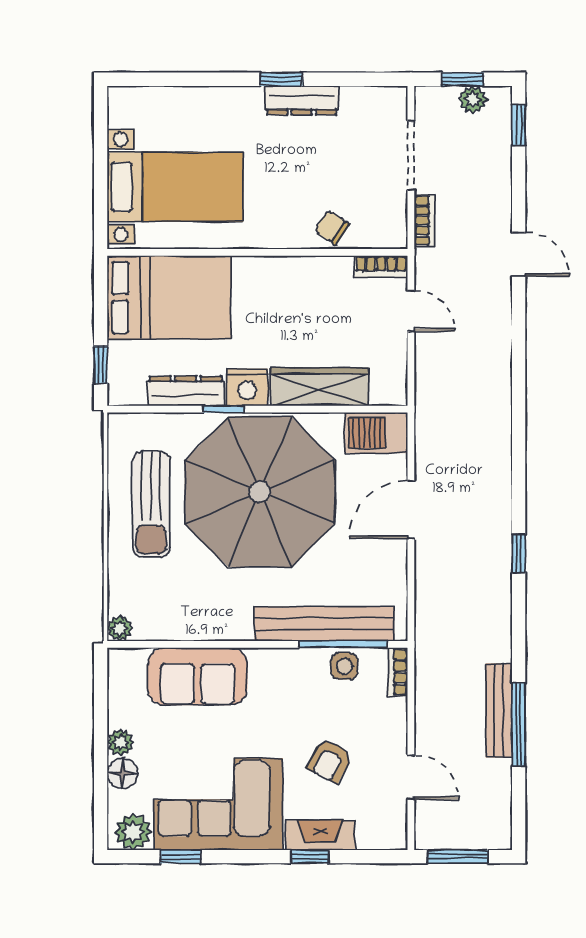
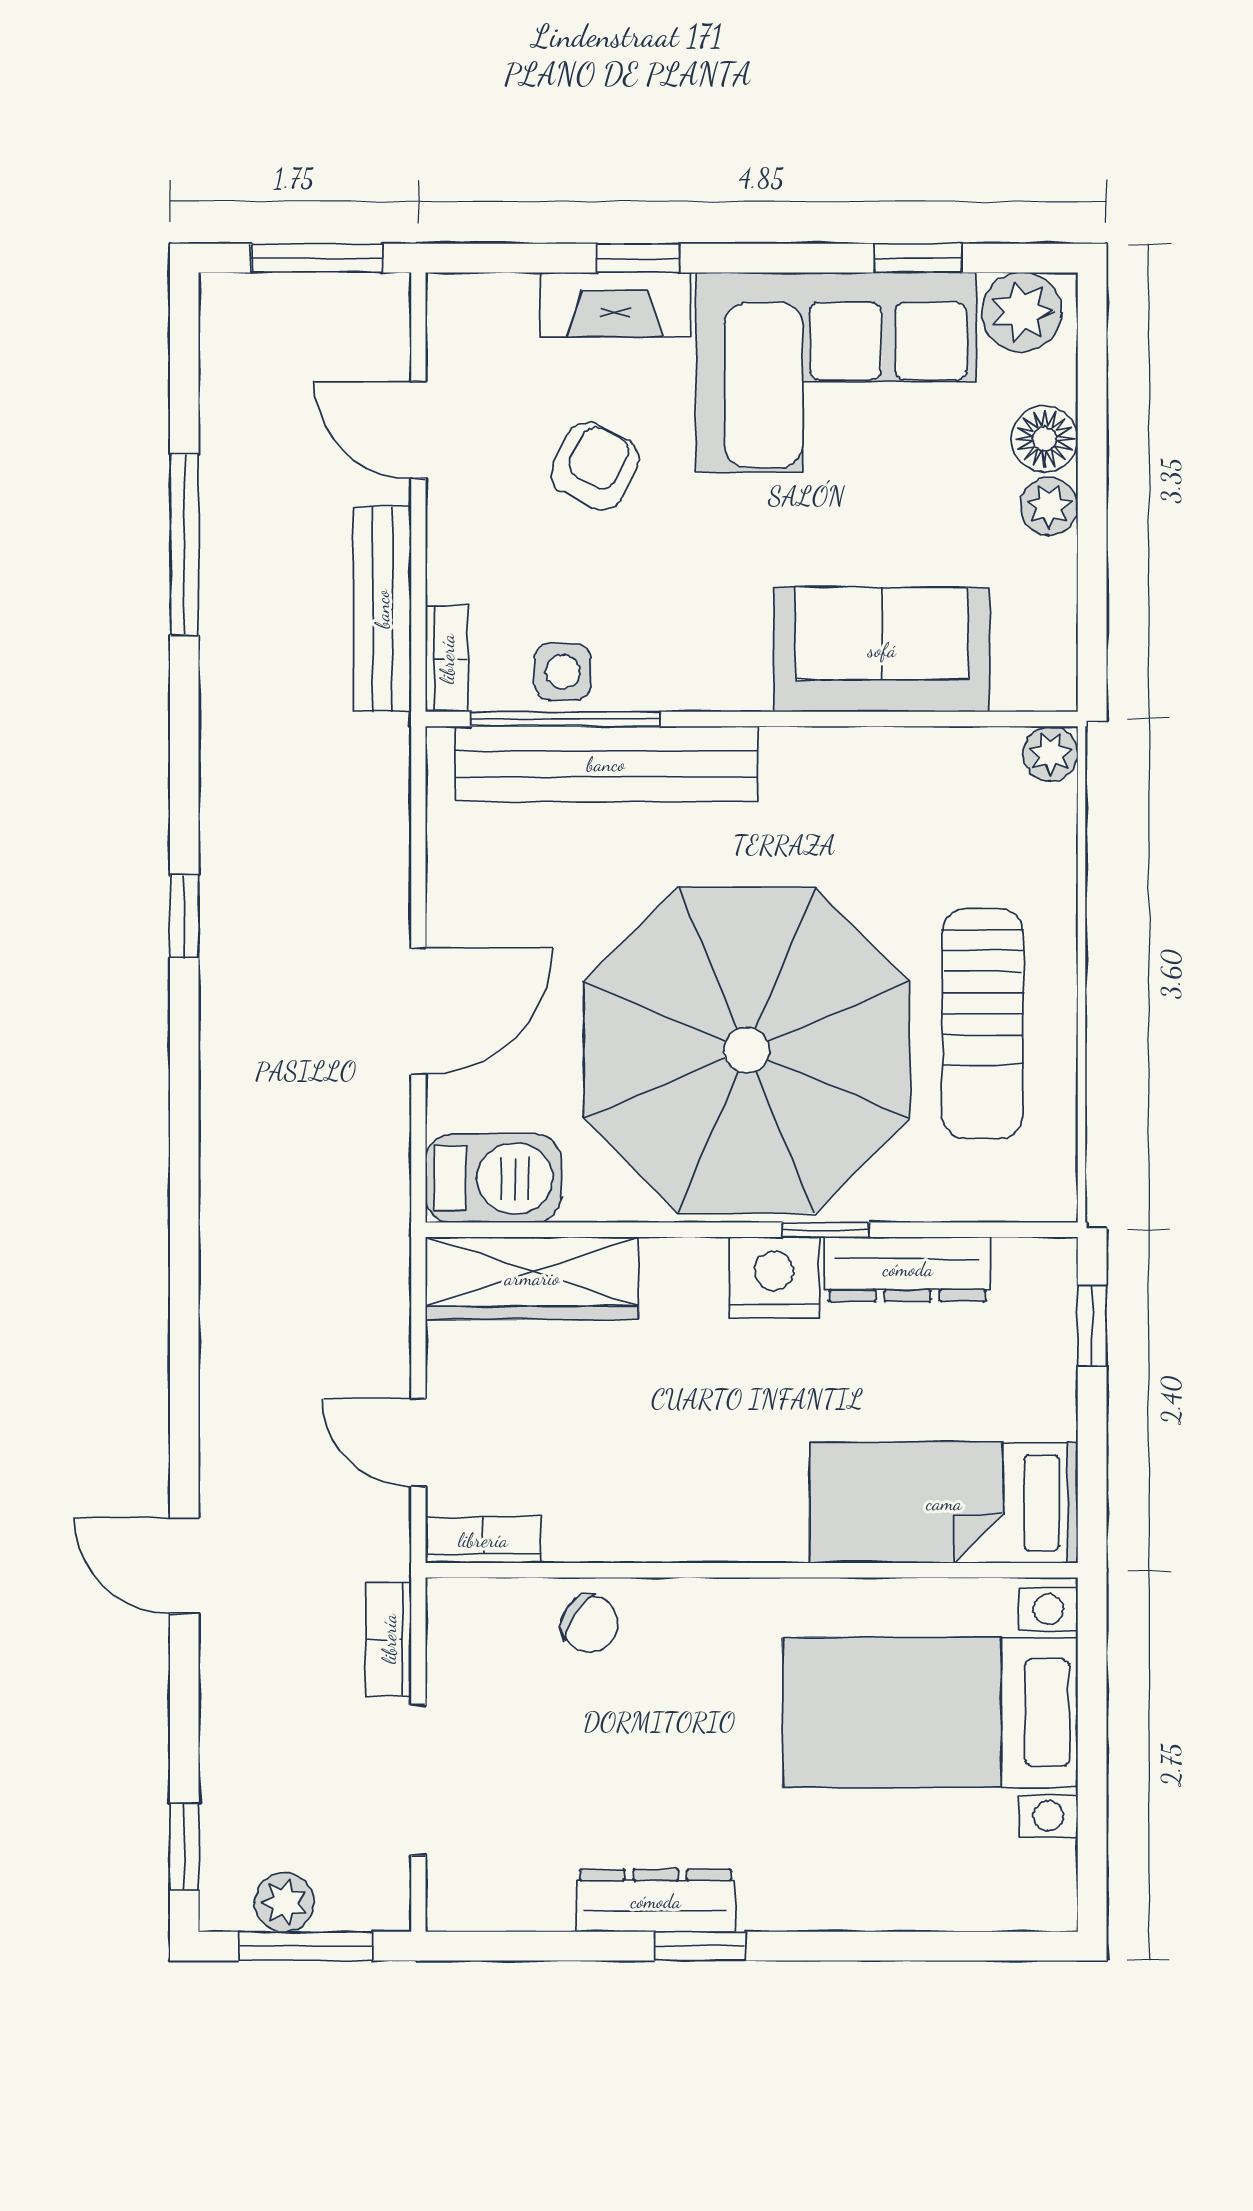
window: (463, 79) -> (306, 1946), width x1.50
bed: (169, 297) -> (944, 1503), width x0.67
wardrobe: (320, 387) -> (532, 1278), moved
sun lounger: (151, 504) -> (983, 1024), turned 180
bench: (499, 710) -> (382, 609), moved

